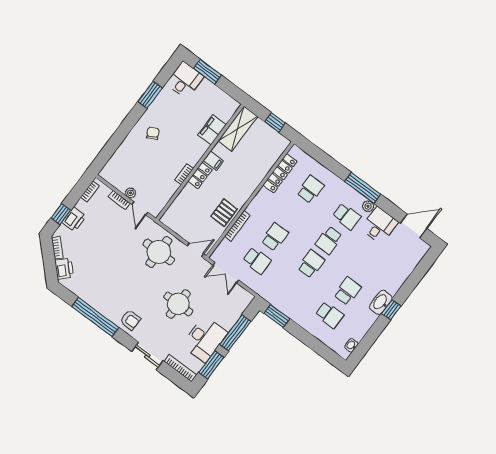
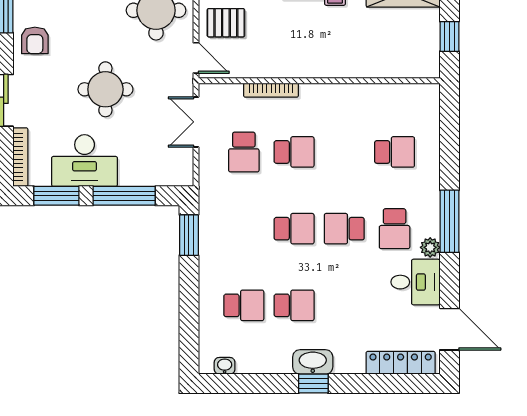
locker: (280, 173) -> (401, 363), moved, turned 180
pallet: (224, 213) -> (226, 23), moved
school desk: (330, 315) -> (244, 305), turned -90

